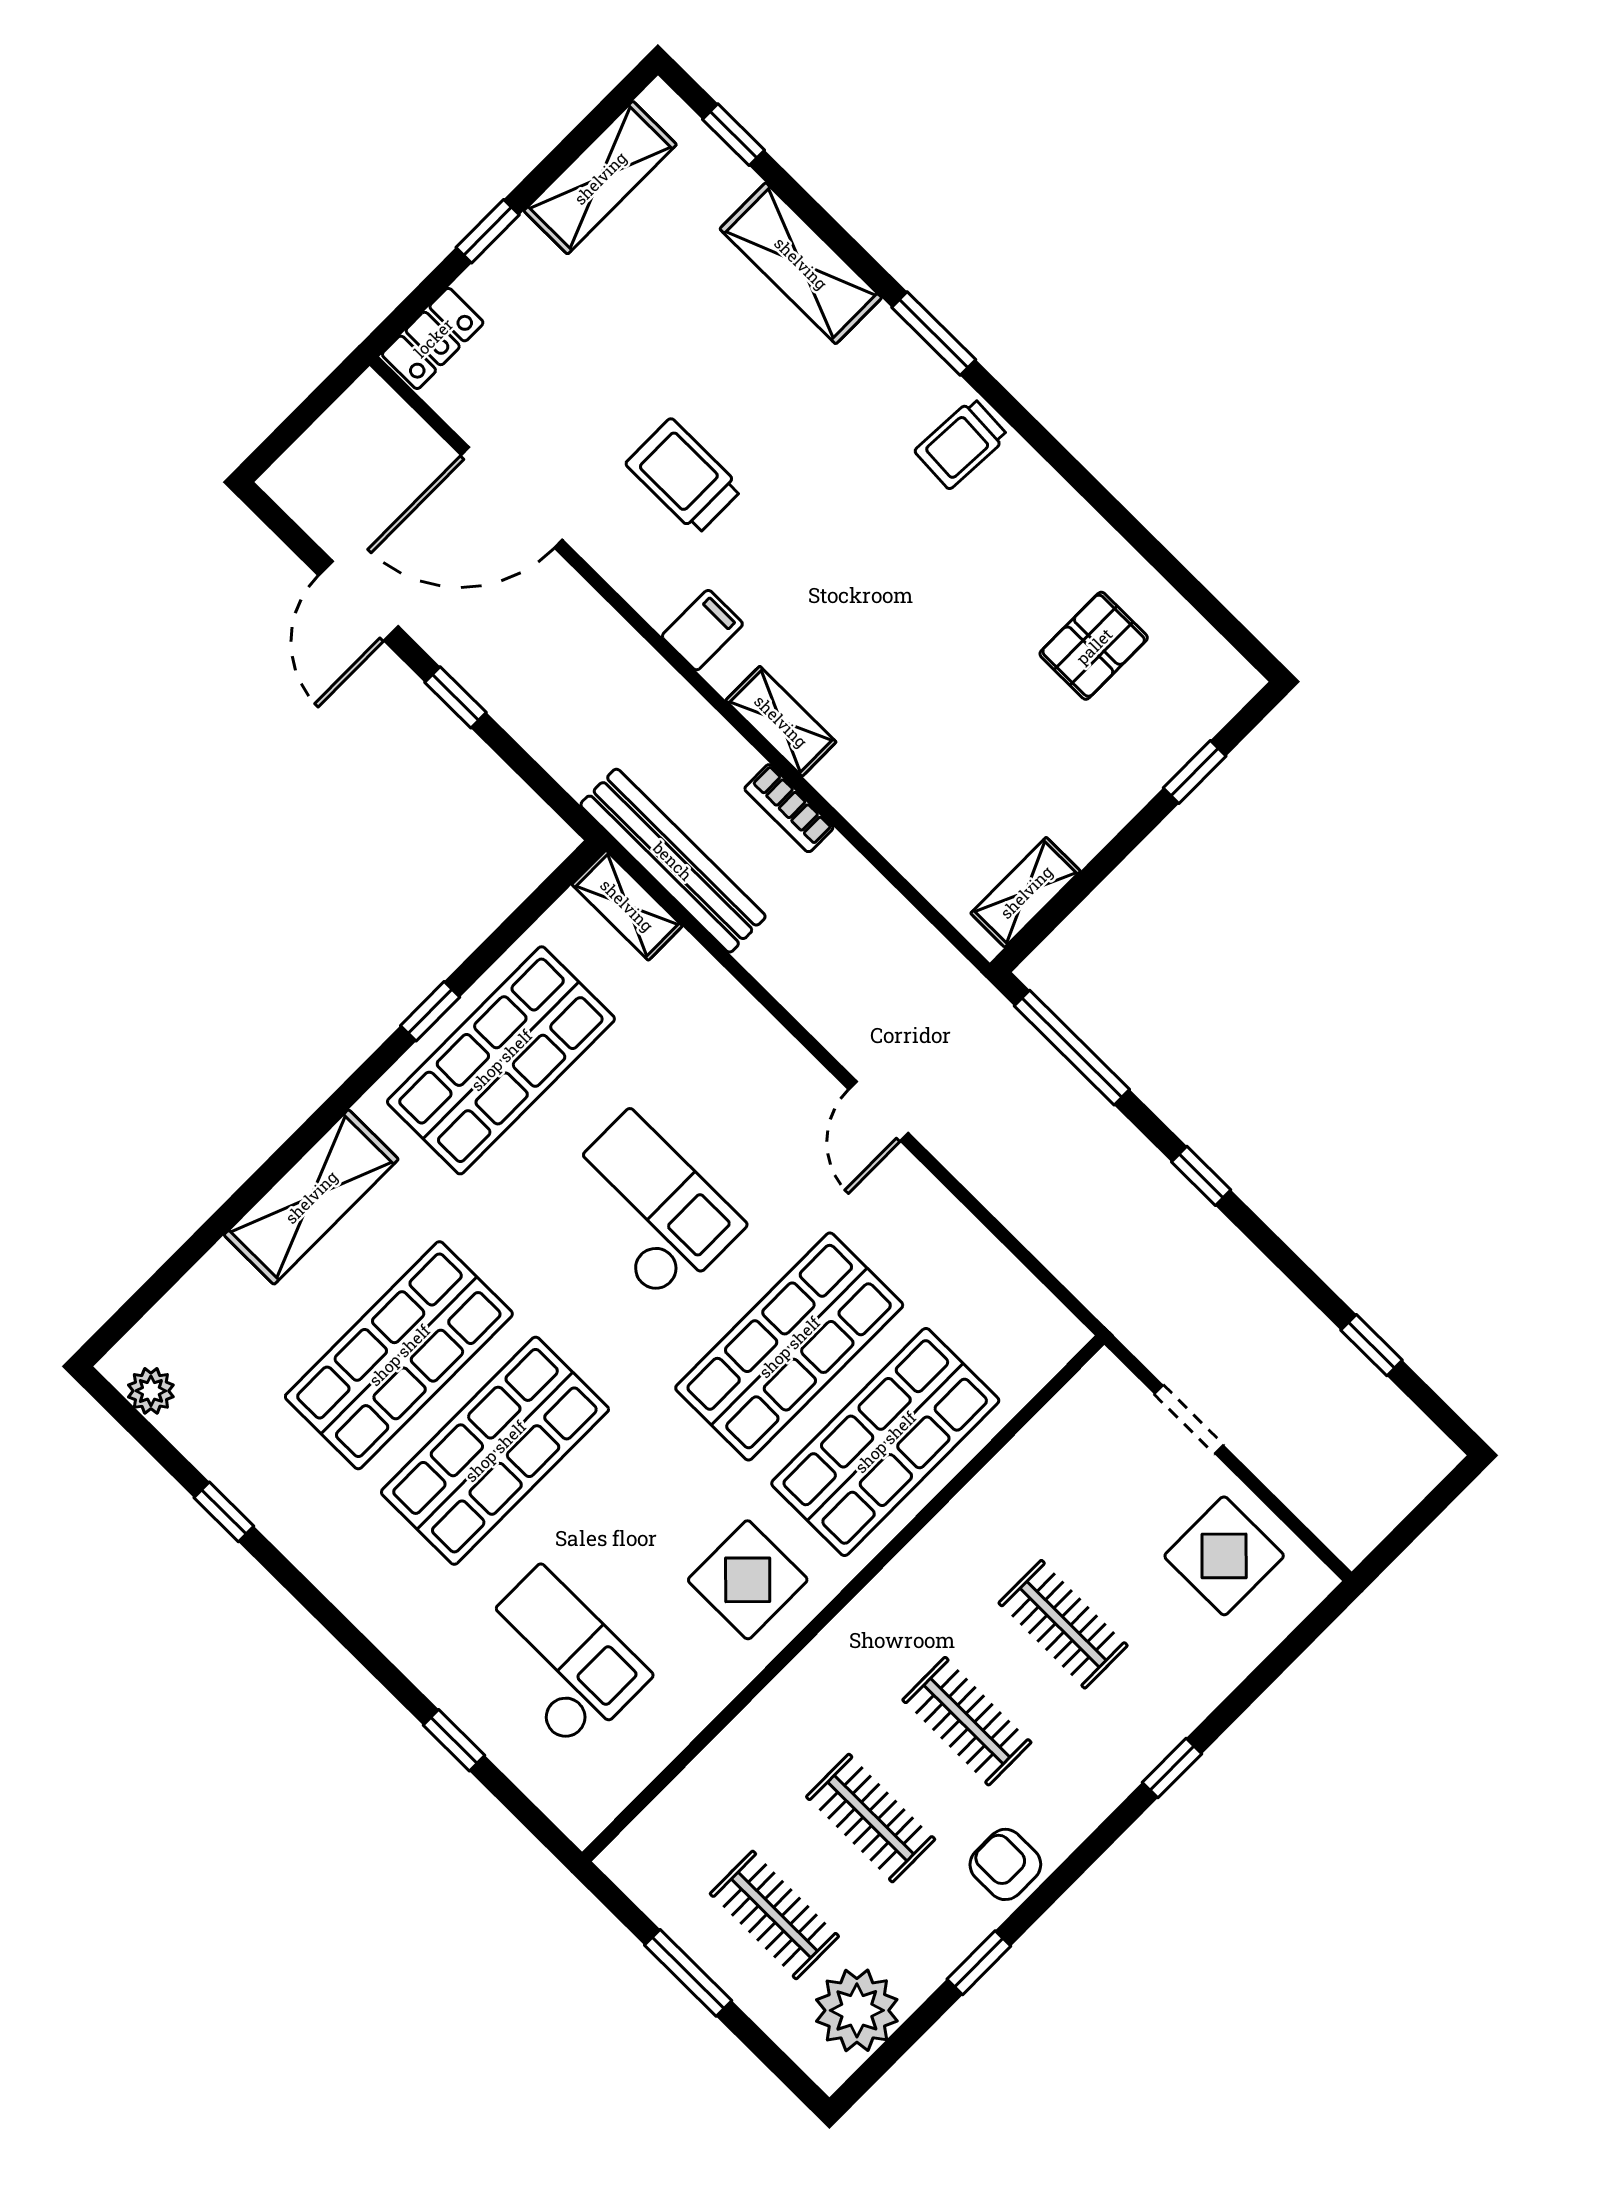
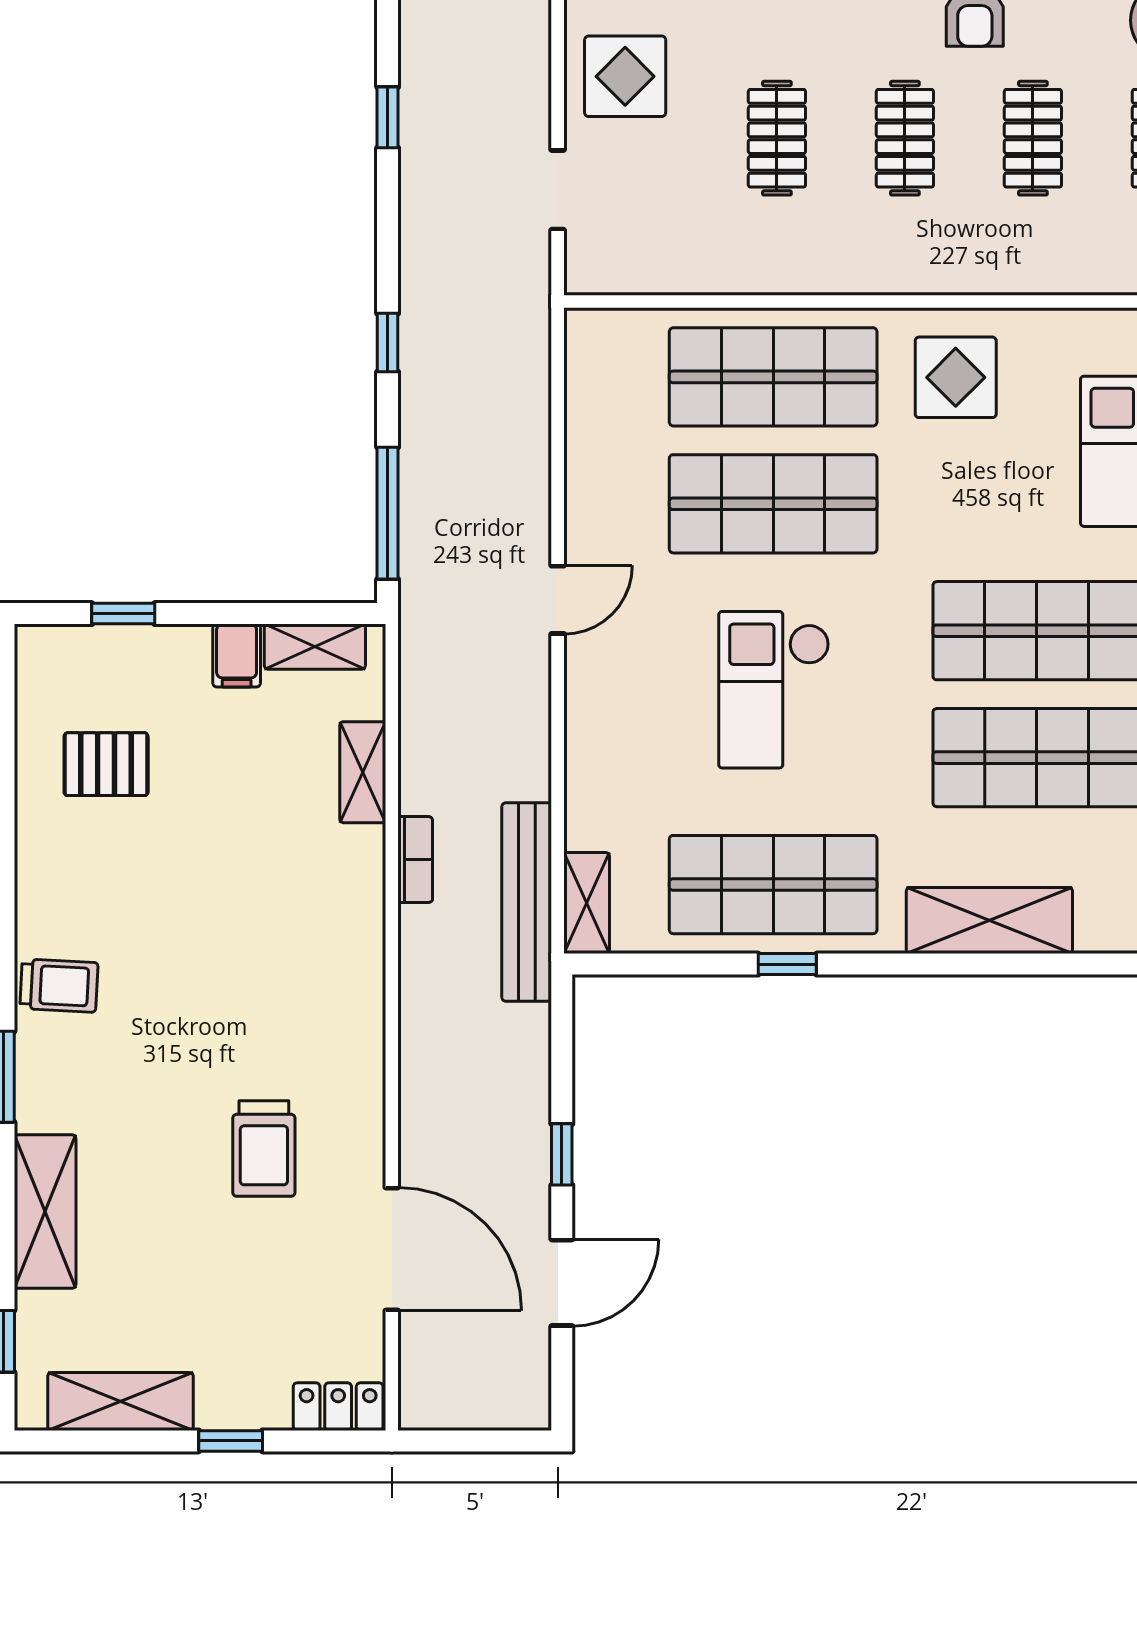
filing cabinet: (702, 630) -> (237, 655), moved, turned -90
shelving: (781, 721) -> (363, 772), moved

